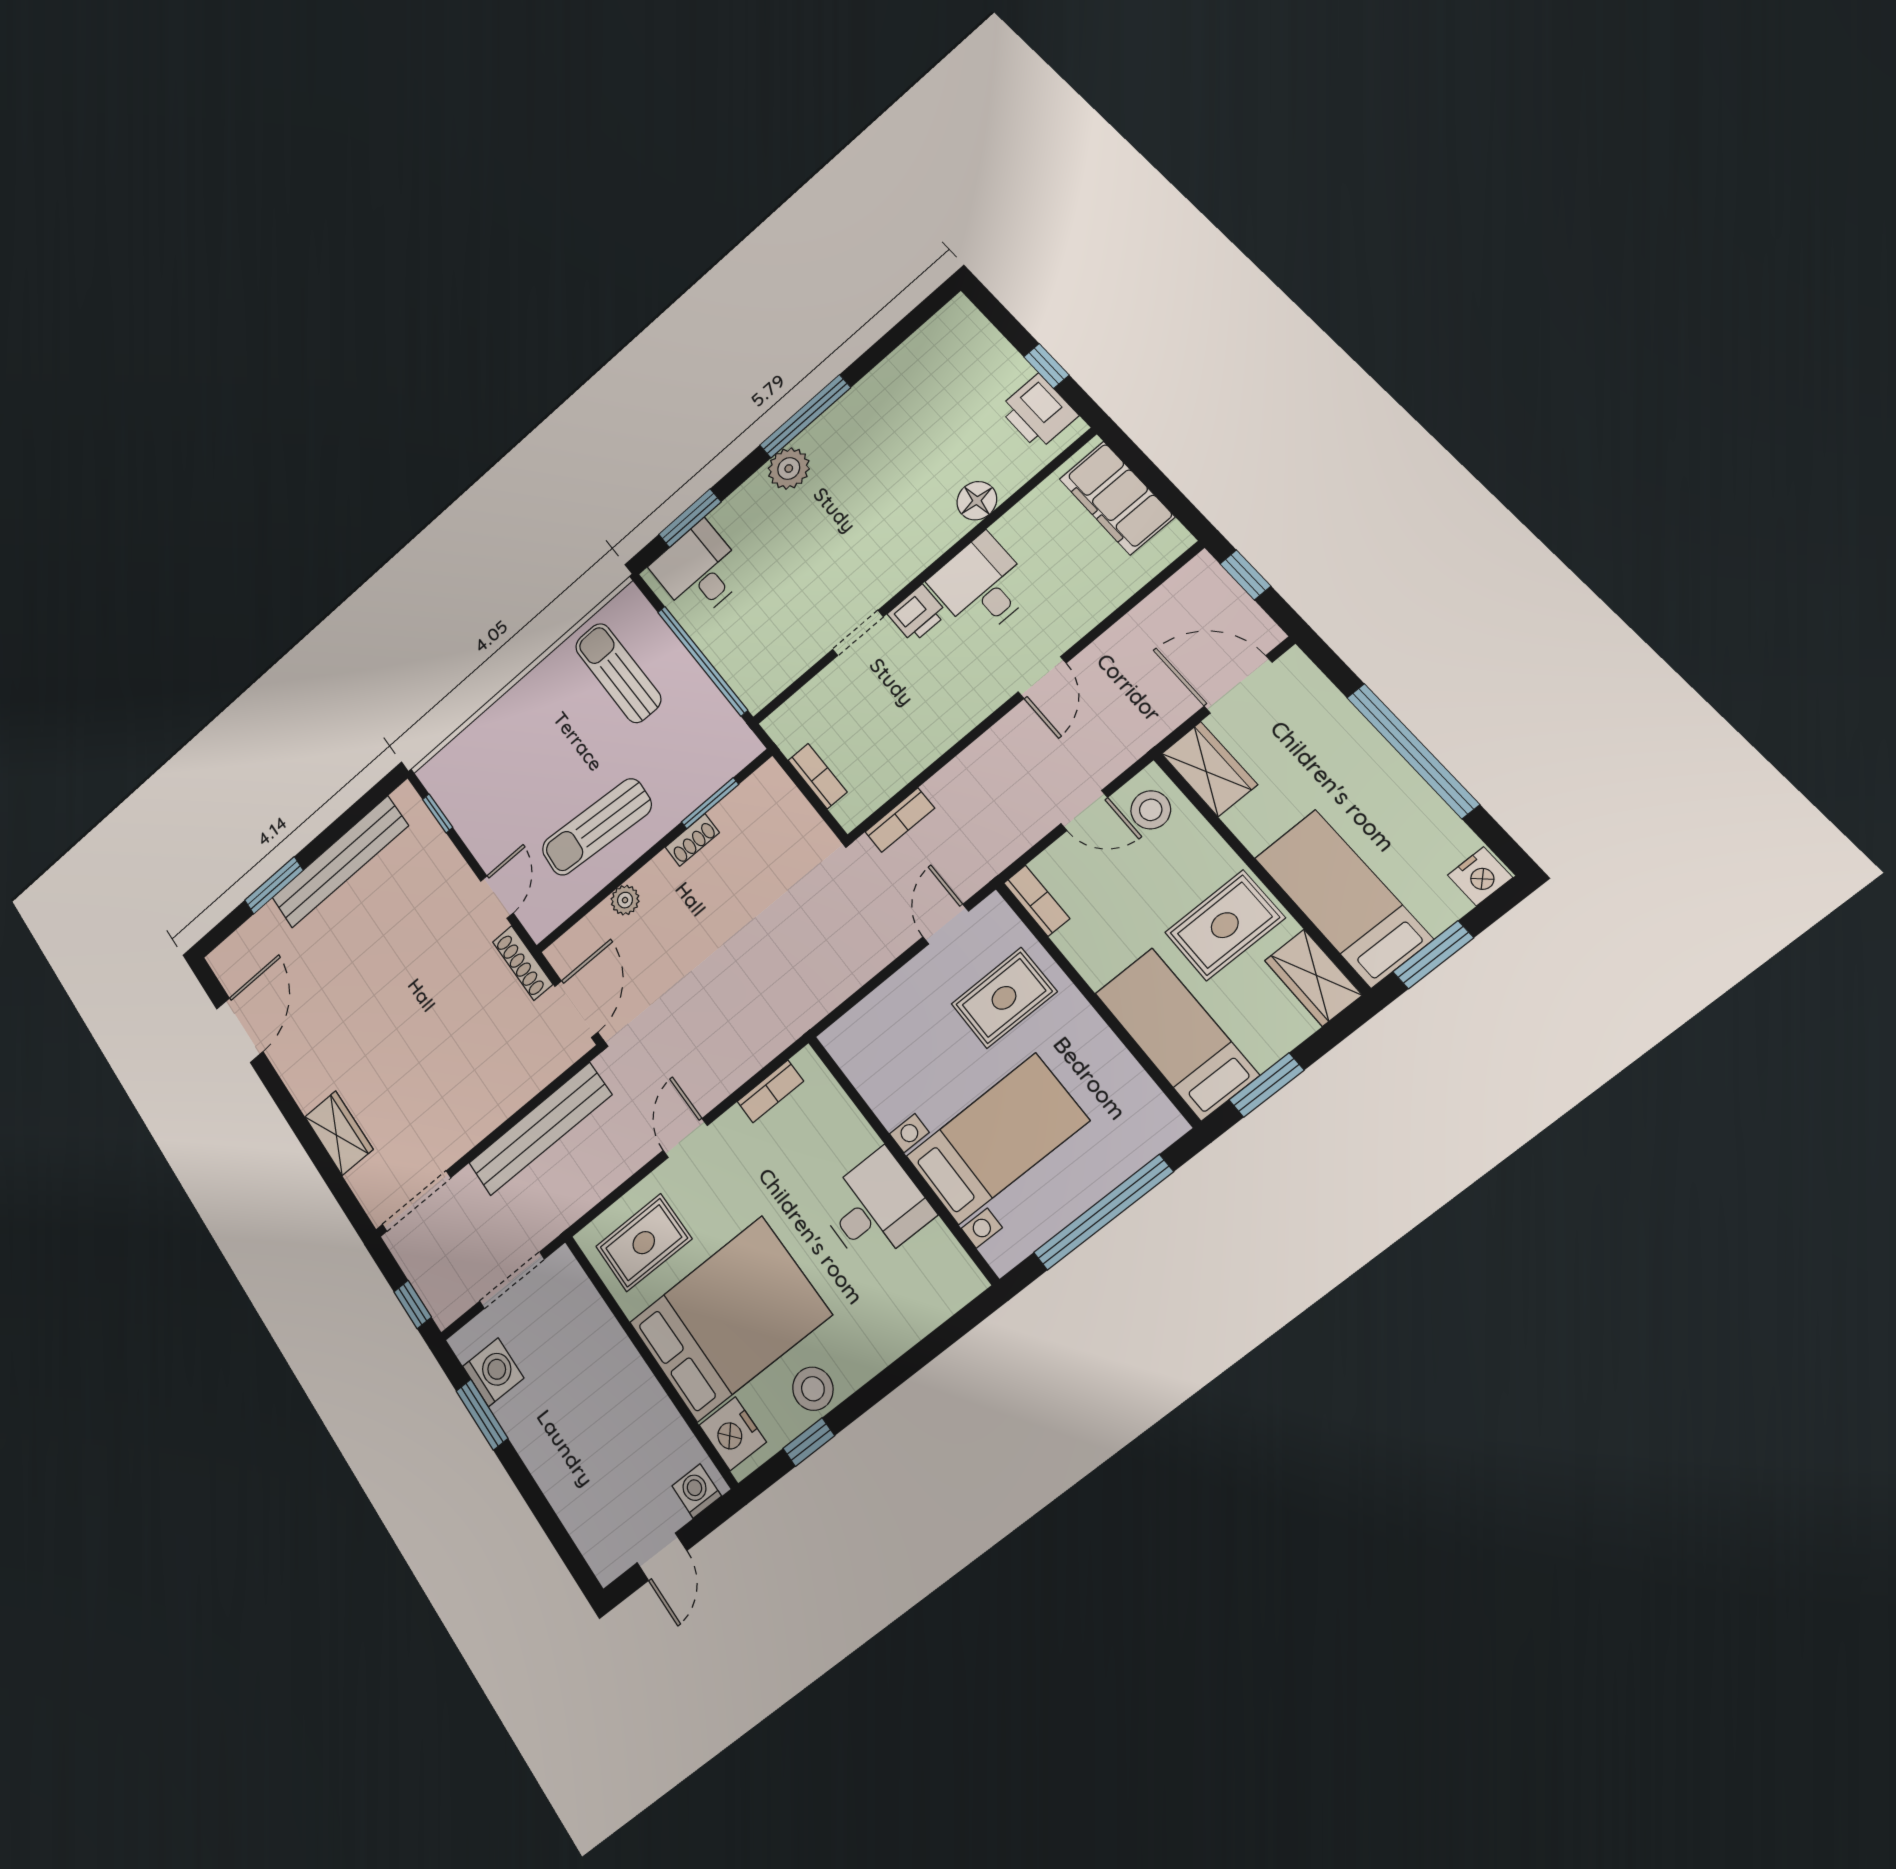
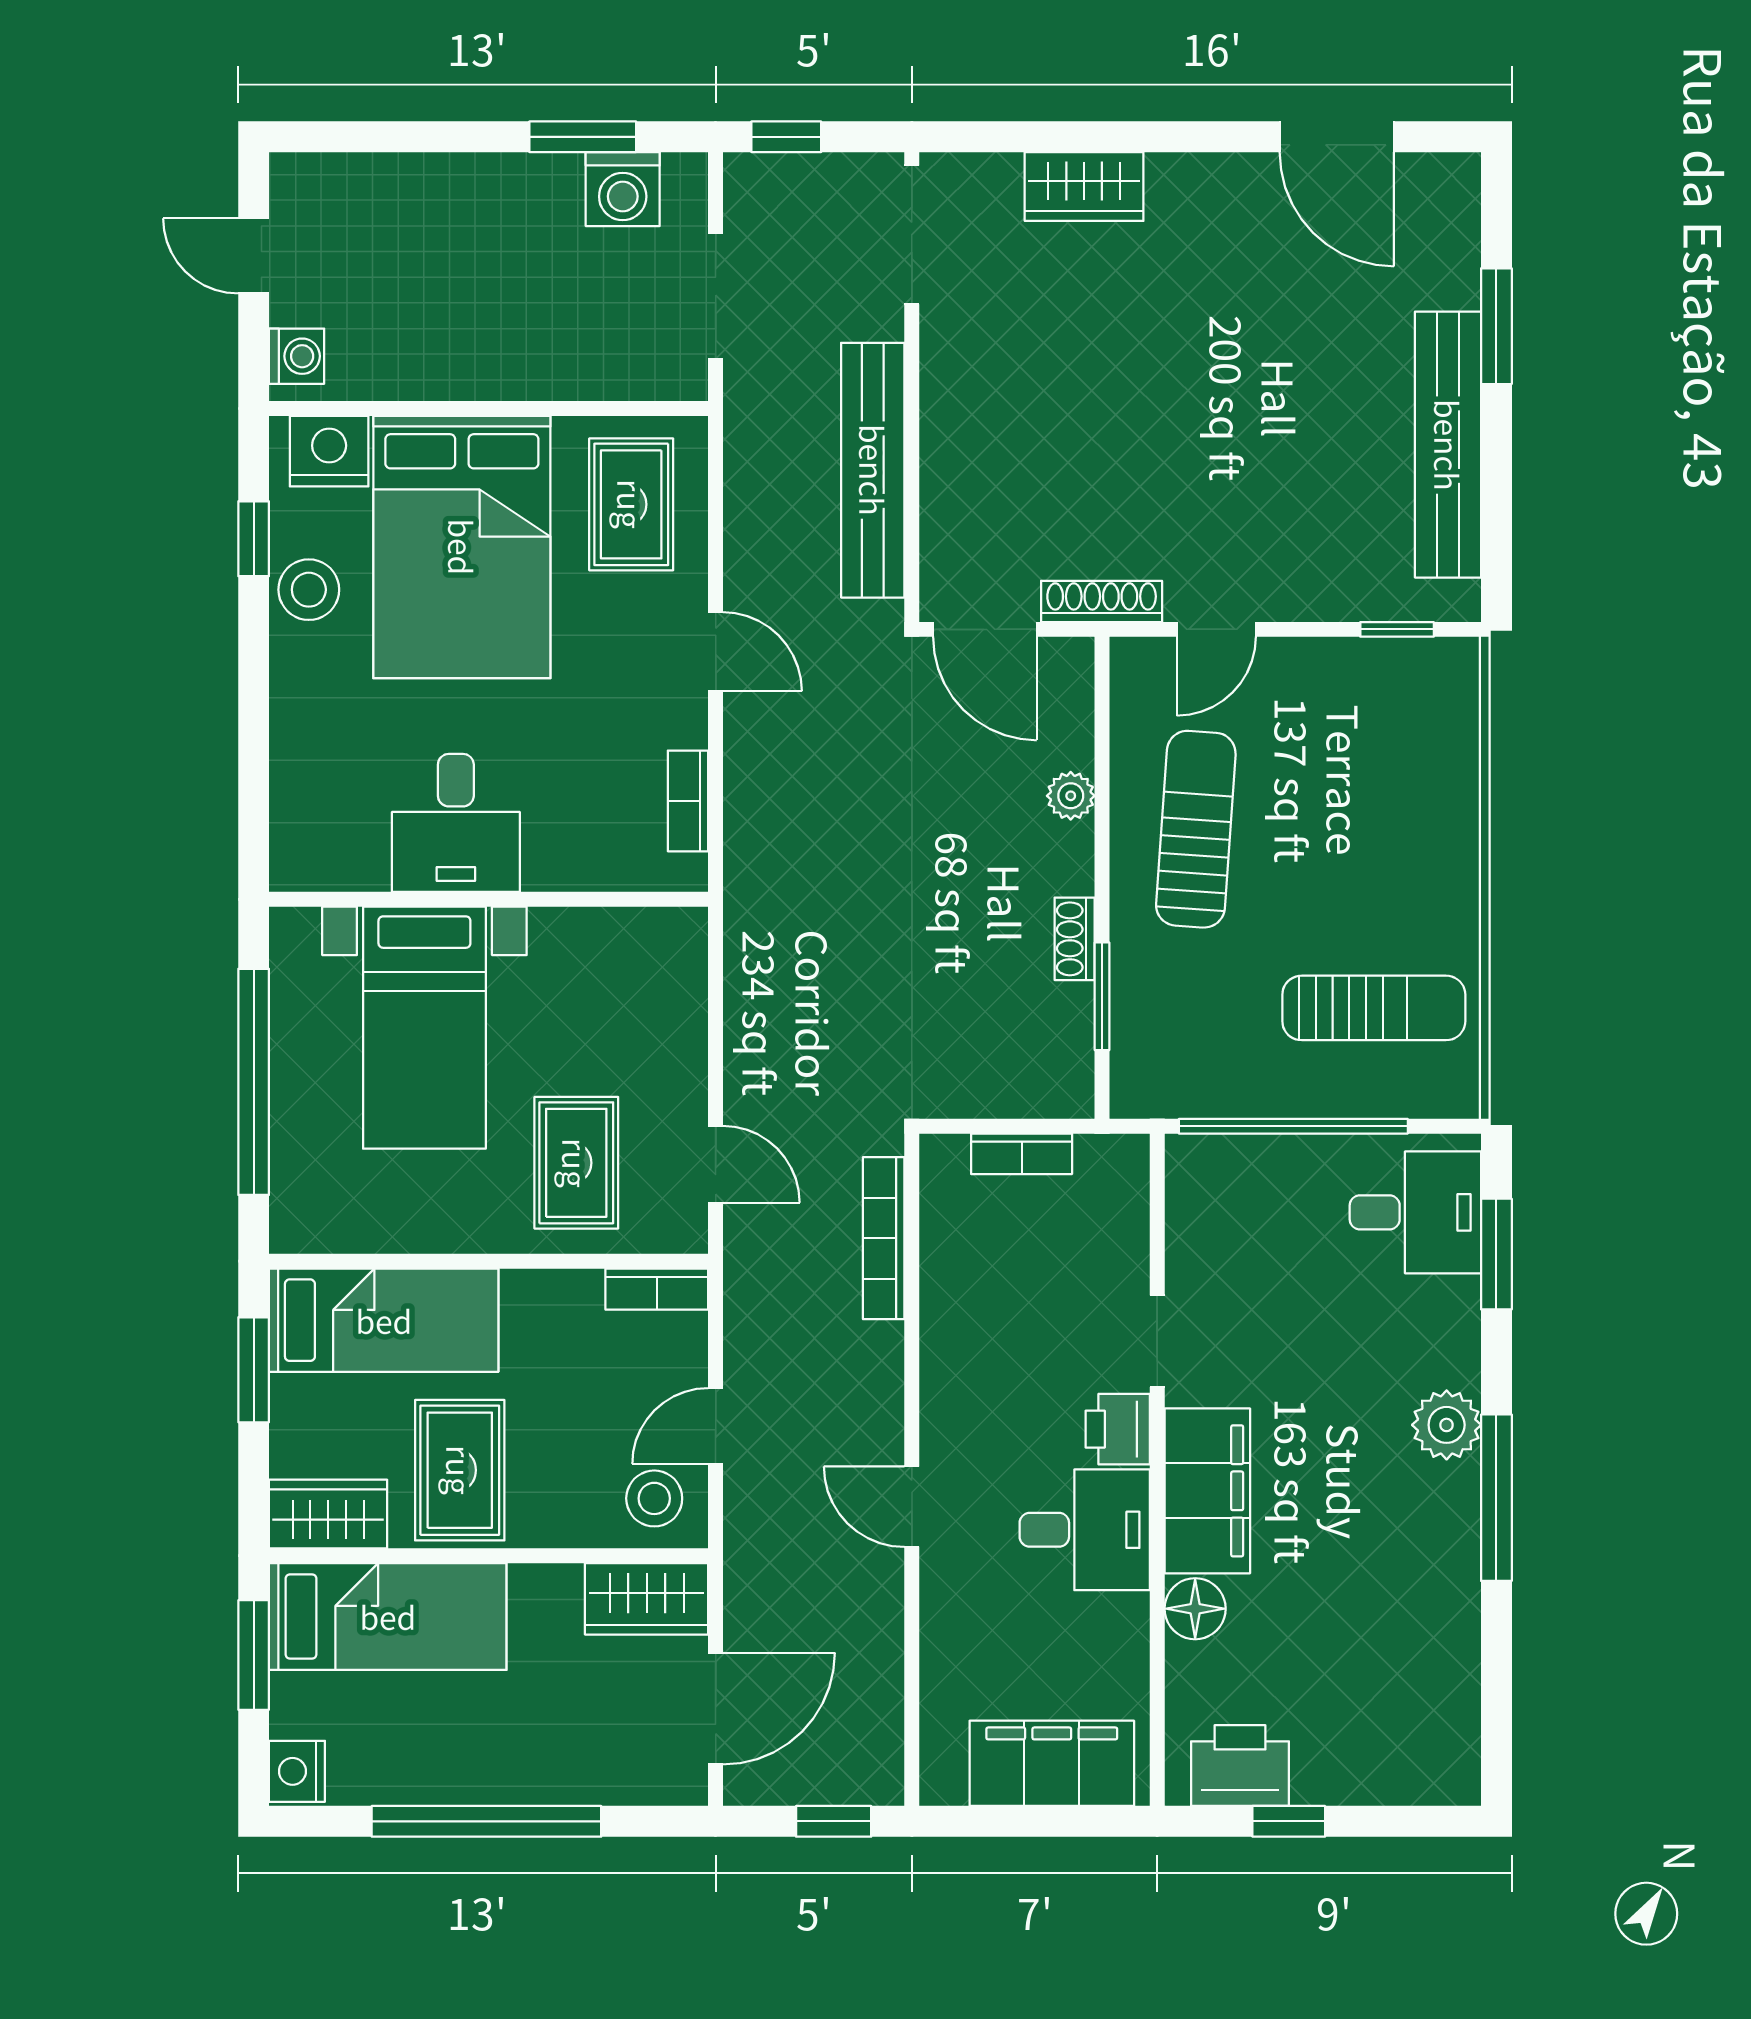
filing cabinet: (913, 546) -> (1207, 1491), added
bookcase: (900, 820) -> (884, 1238), width x1.56
door: (497, 897) -> (1216, 629), hinge flipped

